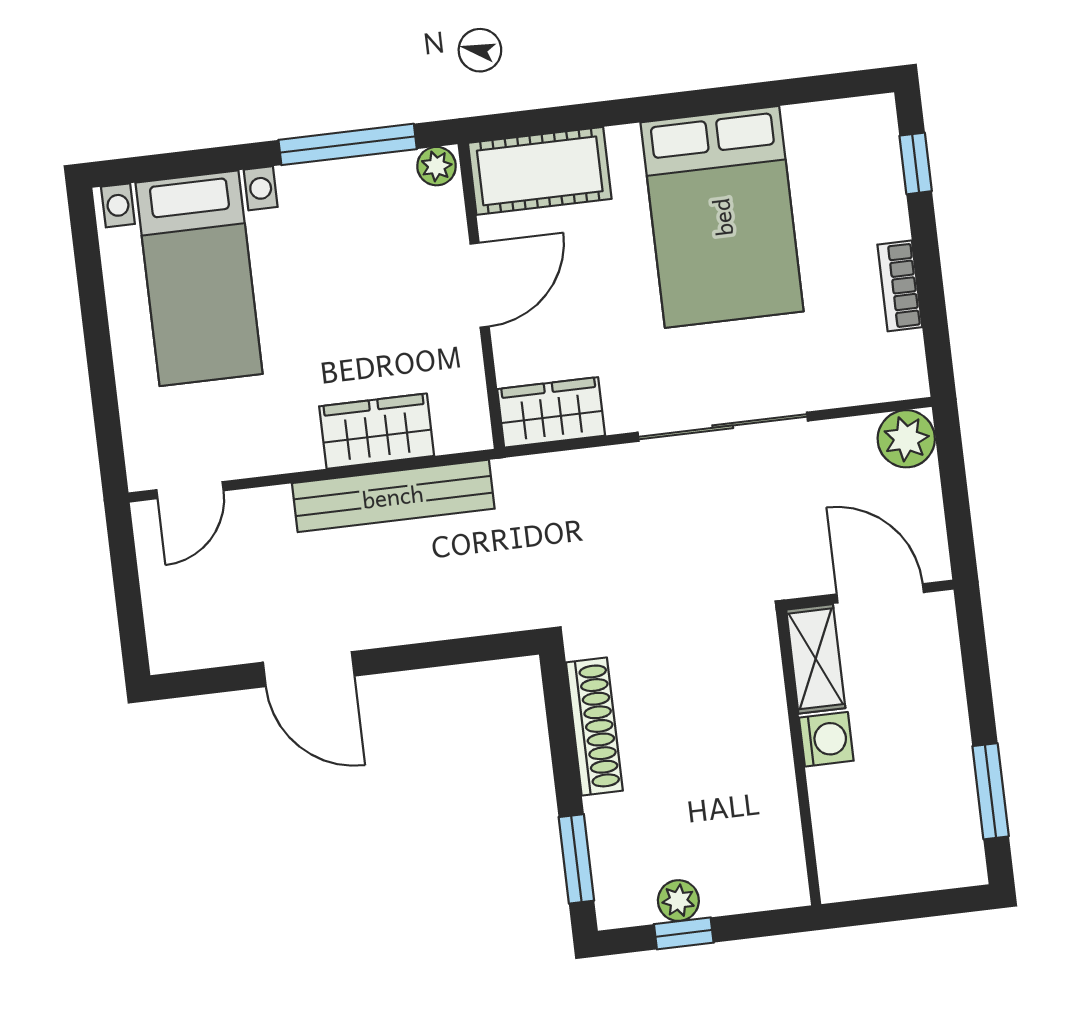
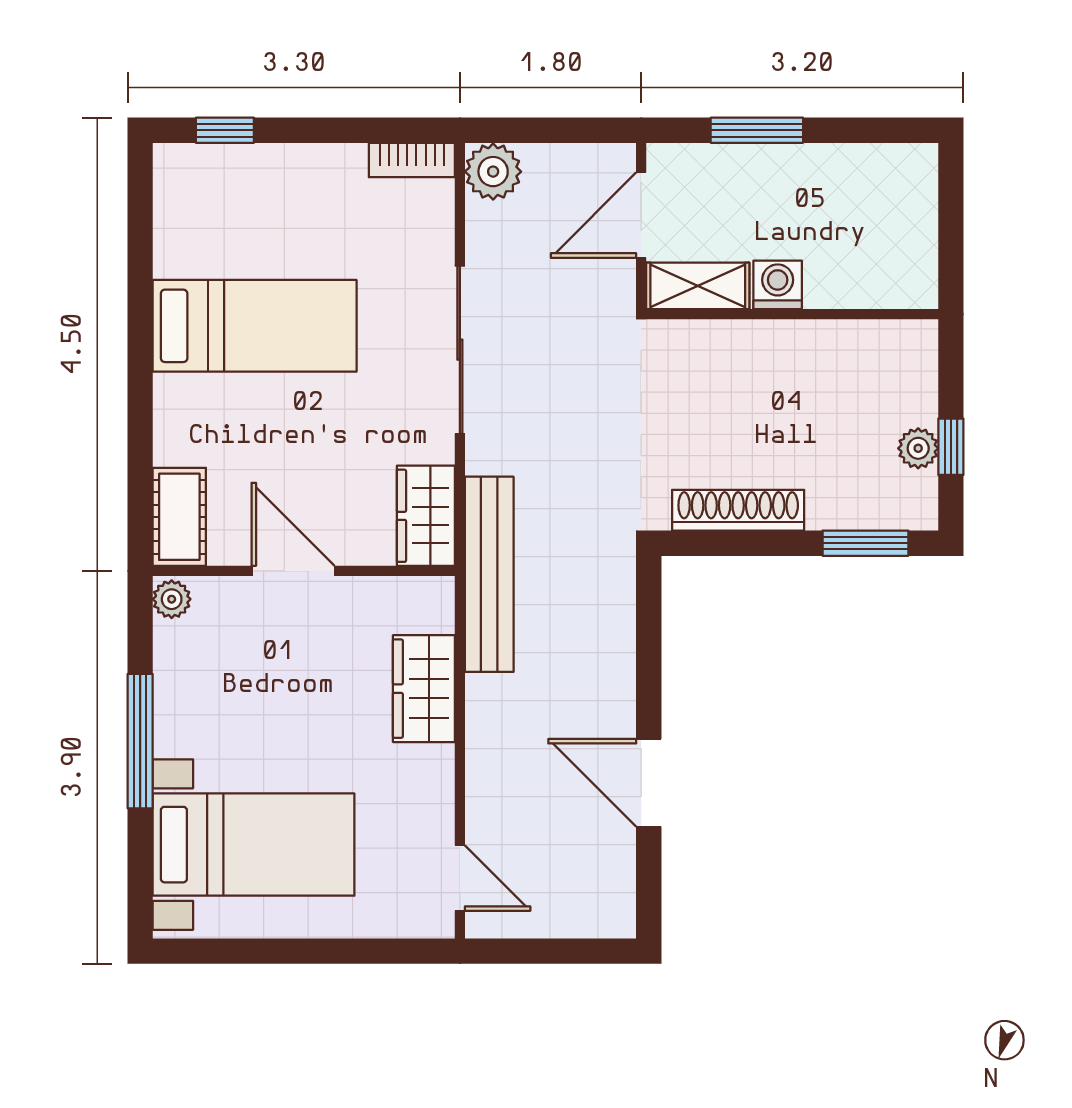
window: (348, 144) -> (140, 741), moved
cot: (540, 171) -> (179, 517), width x0.73, depth x0.75
bed: (722, 217) -> (255, 326), width x0.67
bookcase: (900, 286) -> (412, 160), moved
bench: (393, 496) -> (489, 574), moved
door: (309, 669) -> (649, 783), swing flipped
window: (991, 791) -> (757, 130), moved

